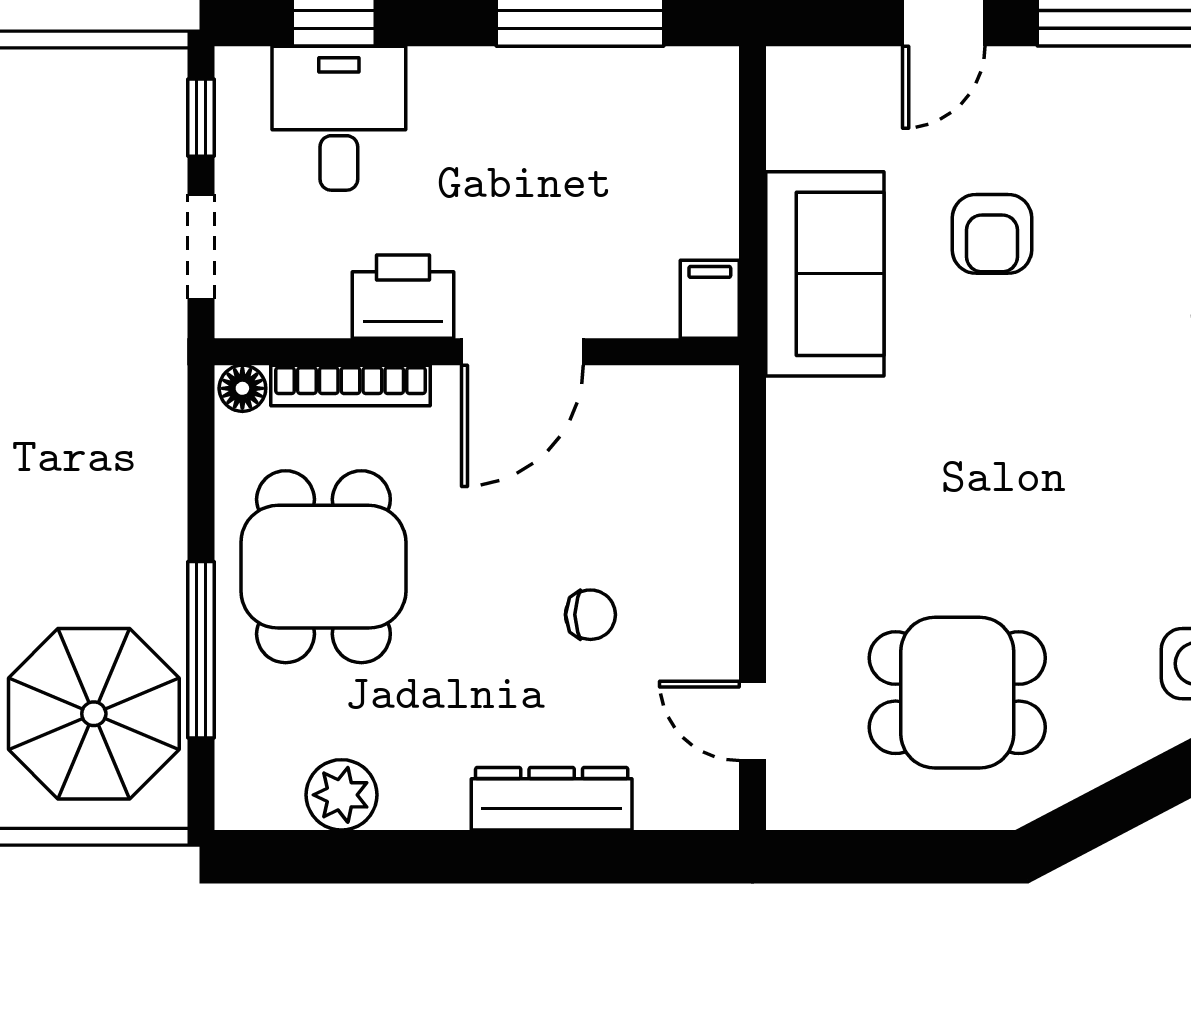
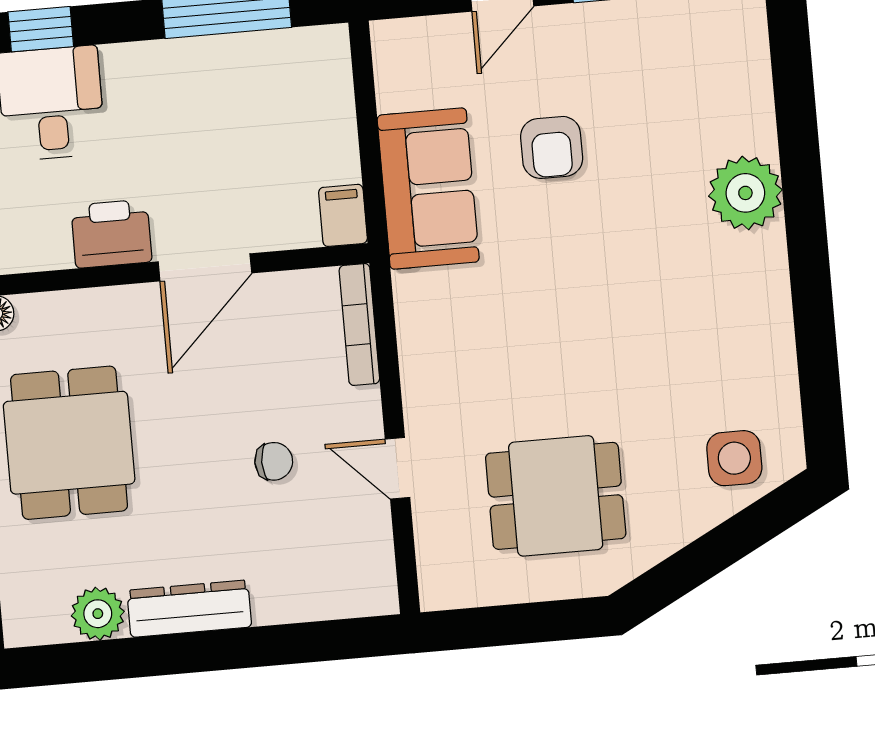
bookcase: (351, 385) -> (359, 325), moved, turned 90
door: (752, 721) -> (398, 468), moved
dresser: (552, 799) -> (189, 609), moved

